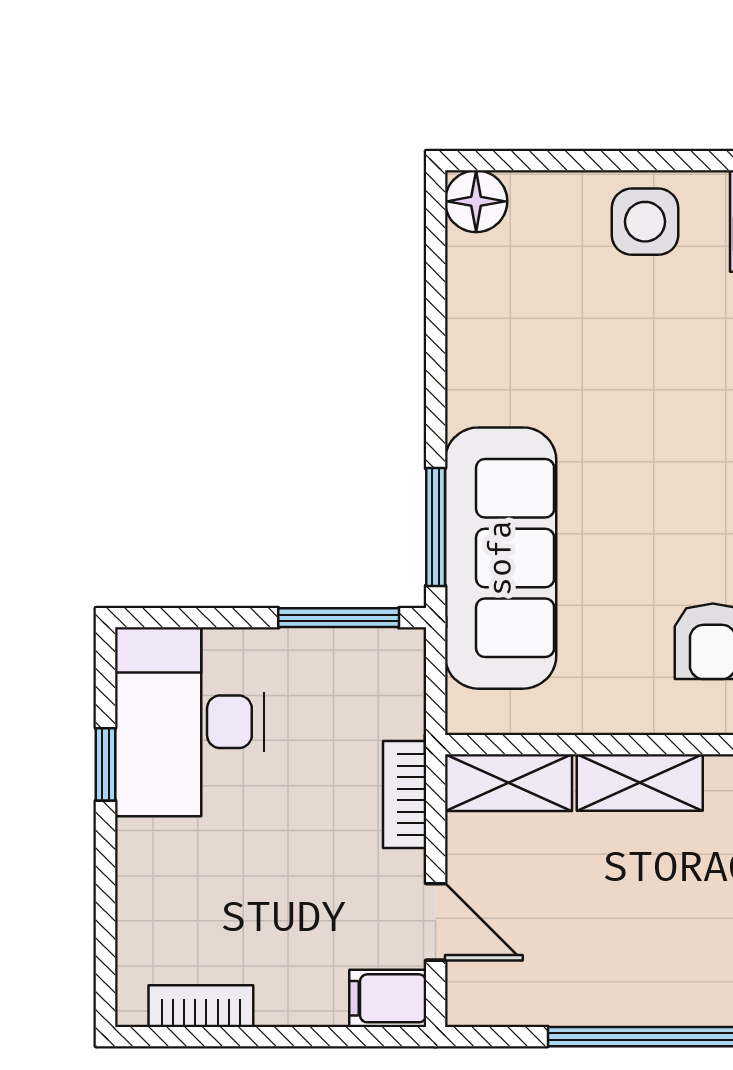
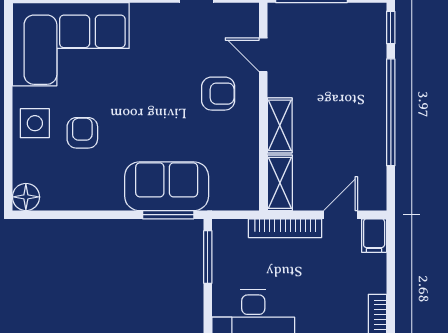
armchair: (623, 330) -> (82, 133), added
sofa: (501, 558) -> (167, 186), width x0.73
bookcase: (405, 794) -> (285, 228), width x1.56

